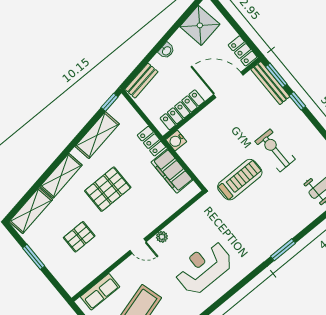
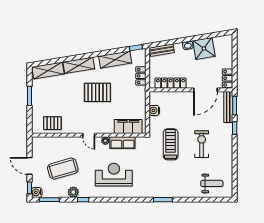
shower: (200, 25) -> (204, 48), moved
door: (228, 85) -> (205, 90), swing flipped
locker: (151, 141) -> (141, 76), moved
water cooler: (176, 141) -> (154, 110), moved
filing cabinet: (172, 171) -> (128, 126), moved, turned 90
treadmill: (240, 180) -> (171, 144), turned -90
pallet: (79, 237) -> (52, 123), moved
row of seats: (100, 292) -> (122, 143), moved

